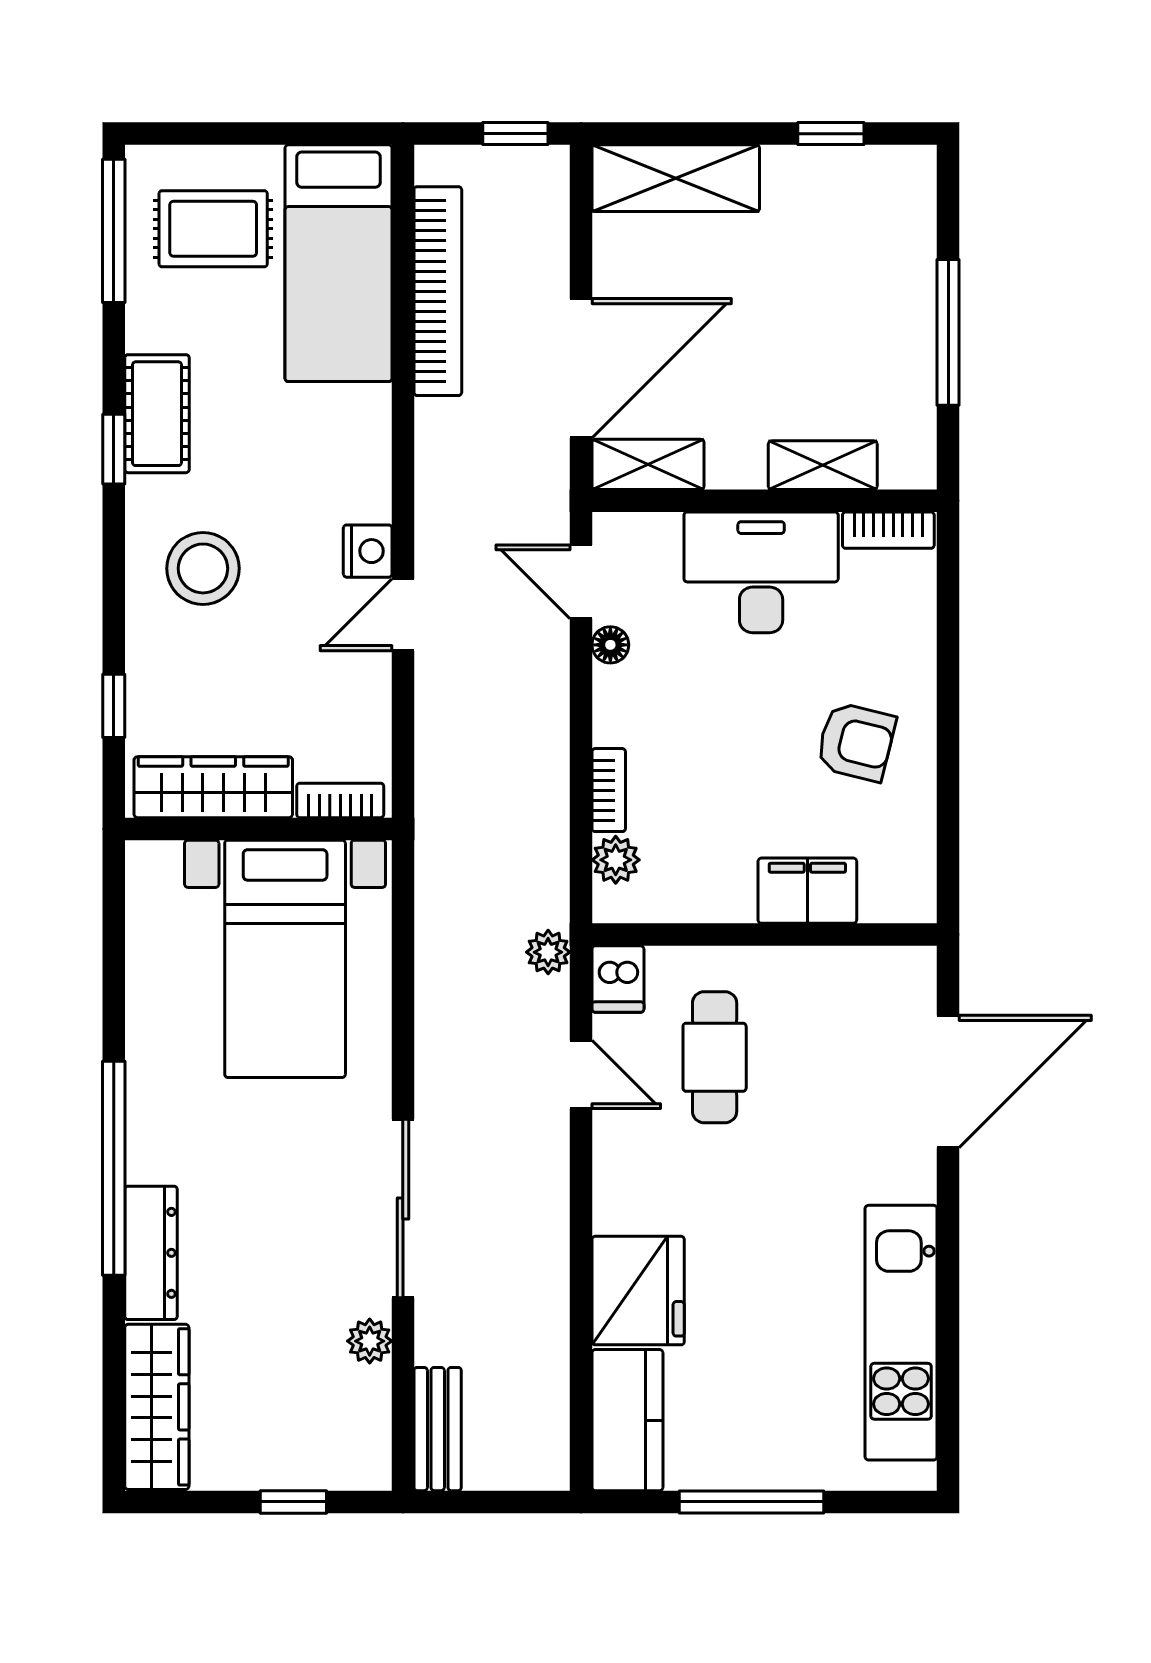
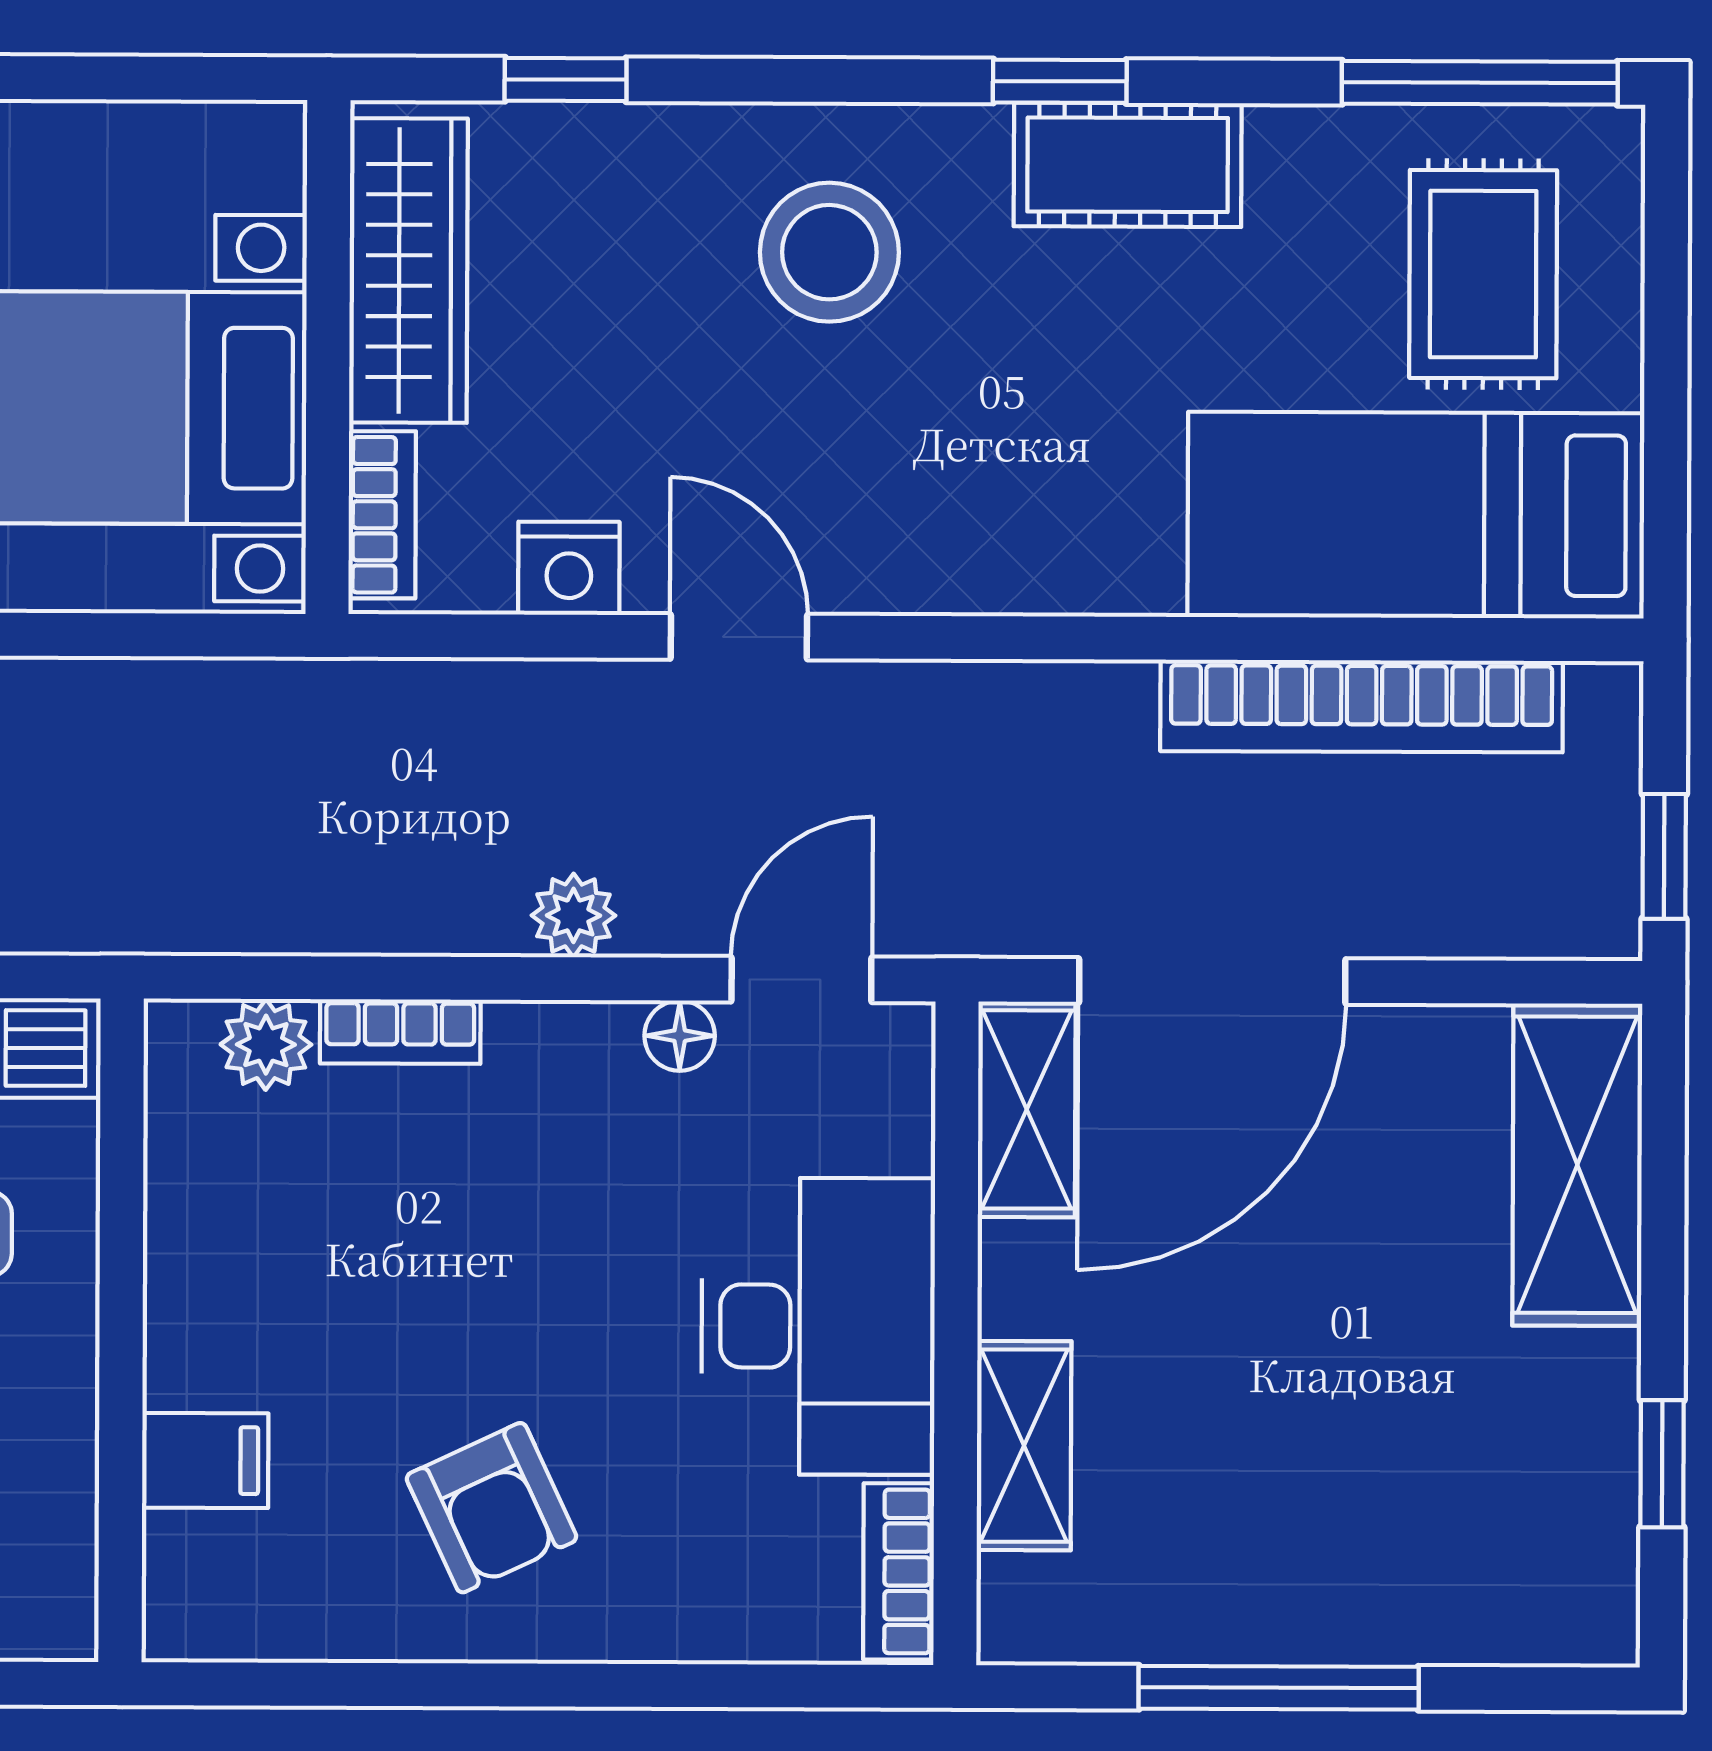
door: (581, 368) -> (1212, 981), hinge flipped
nightstand: (368, 551) -> (569, 568), moved
armchair: (856, 742) -> (491, 1508), turned -39
filing cabinet: (807, 891) -> (205, 1460), width x0.50
plant: (548, 952) -> (573, 915), moved

